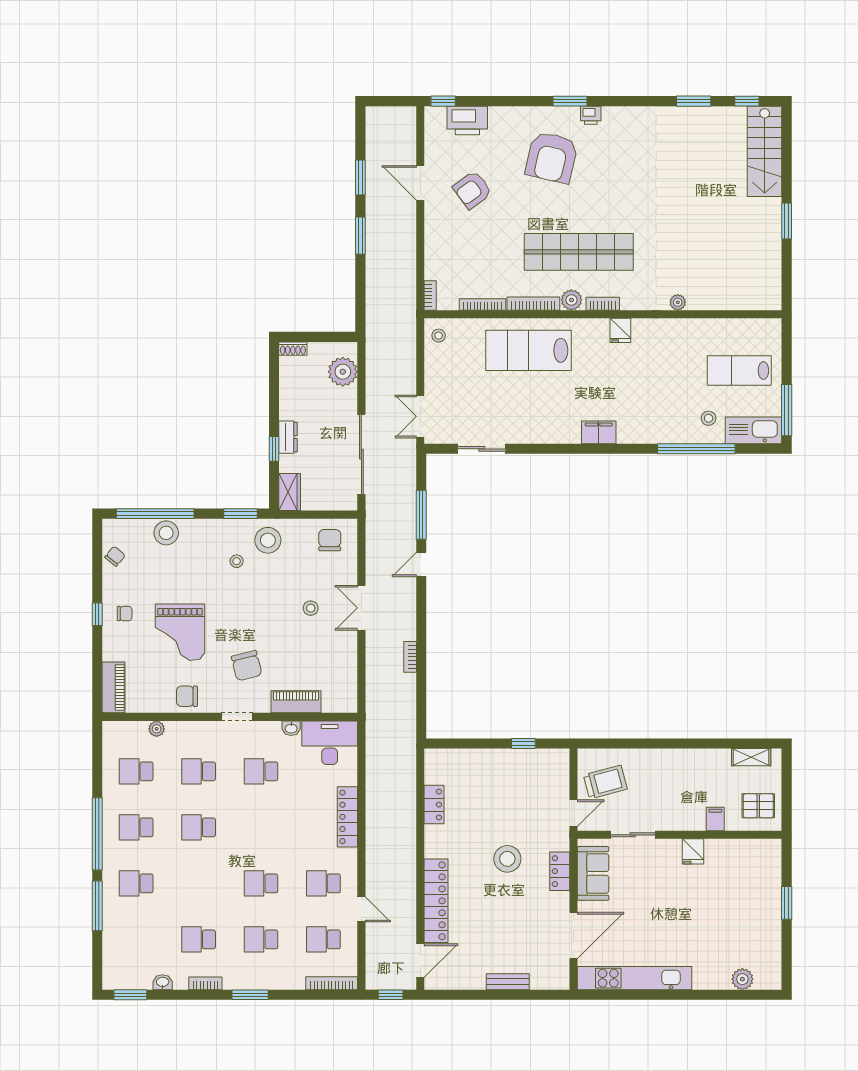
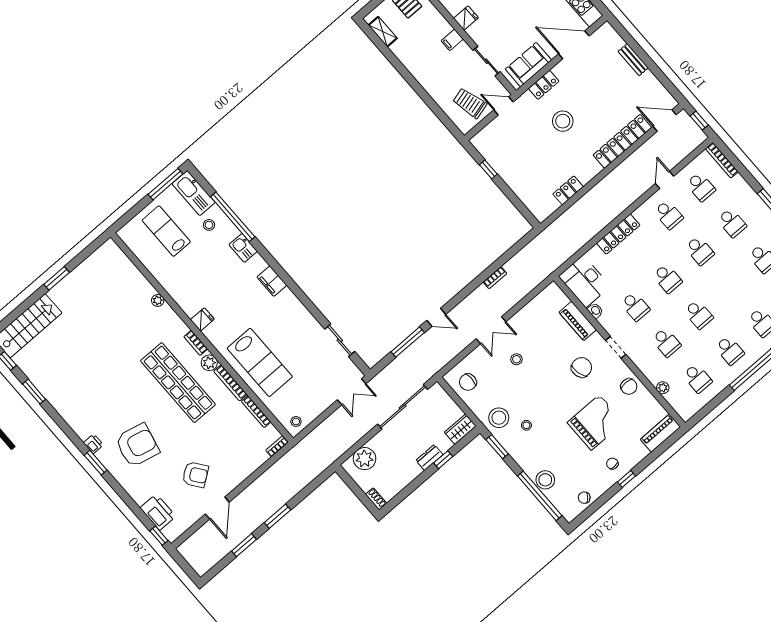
lab bench: (739, 371) -> (166, 231), turned 180
kitchen sink: (656, 432) -> (243, 248), added
filing cabinet: (715, 819) -> (452, 40), moved
school desk: (261, 827) -> (667, 279), added

